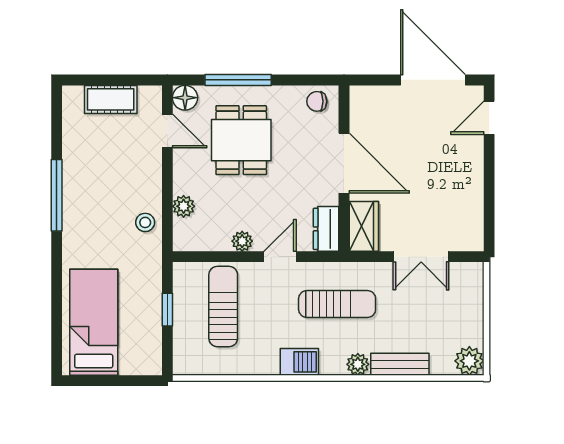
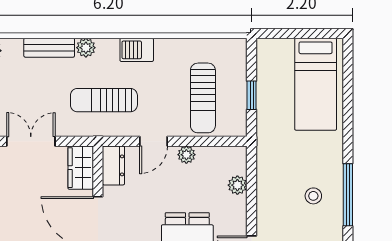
stool: (145, 222) -> (313, 196), moved

